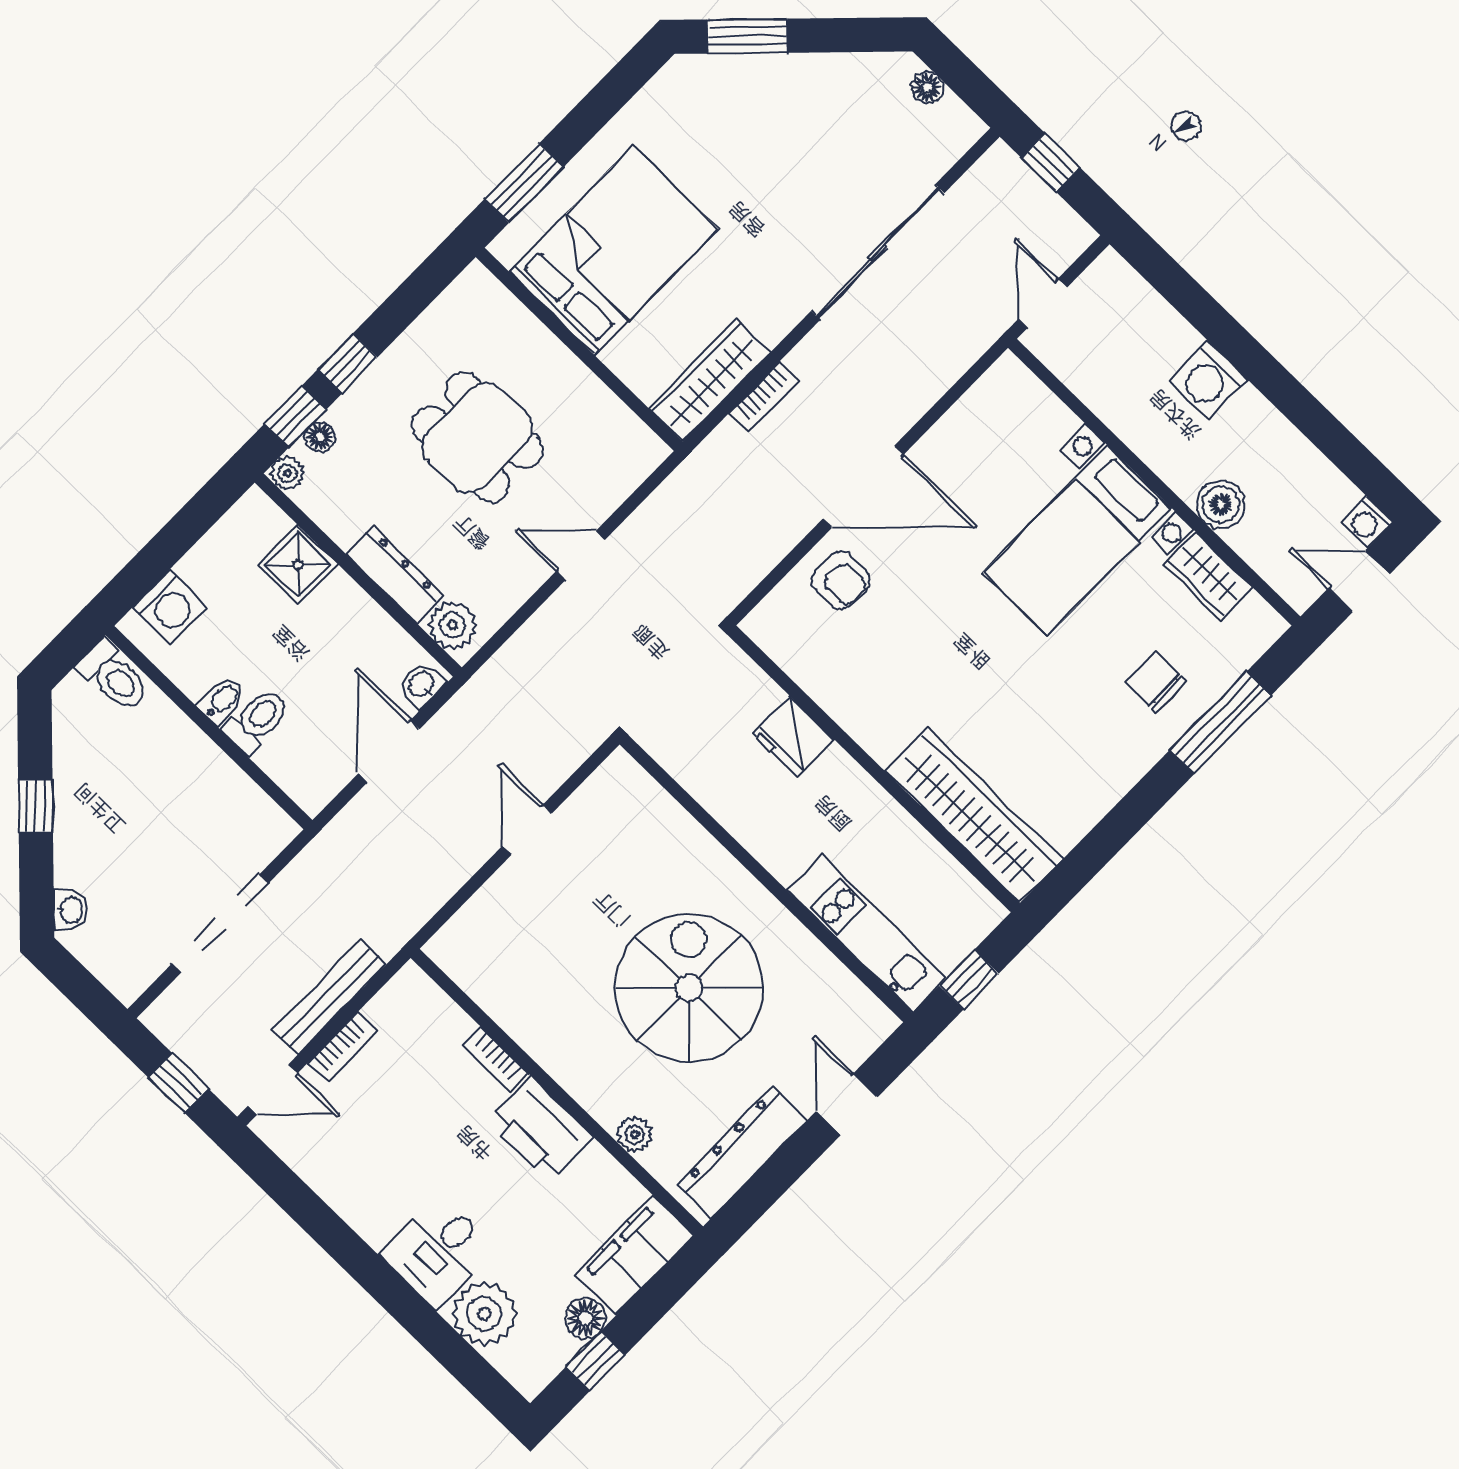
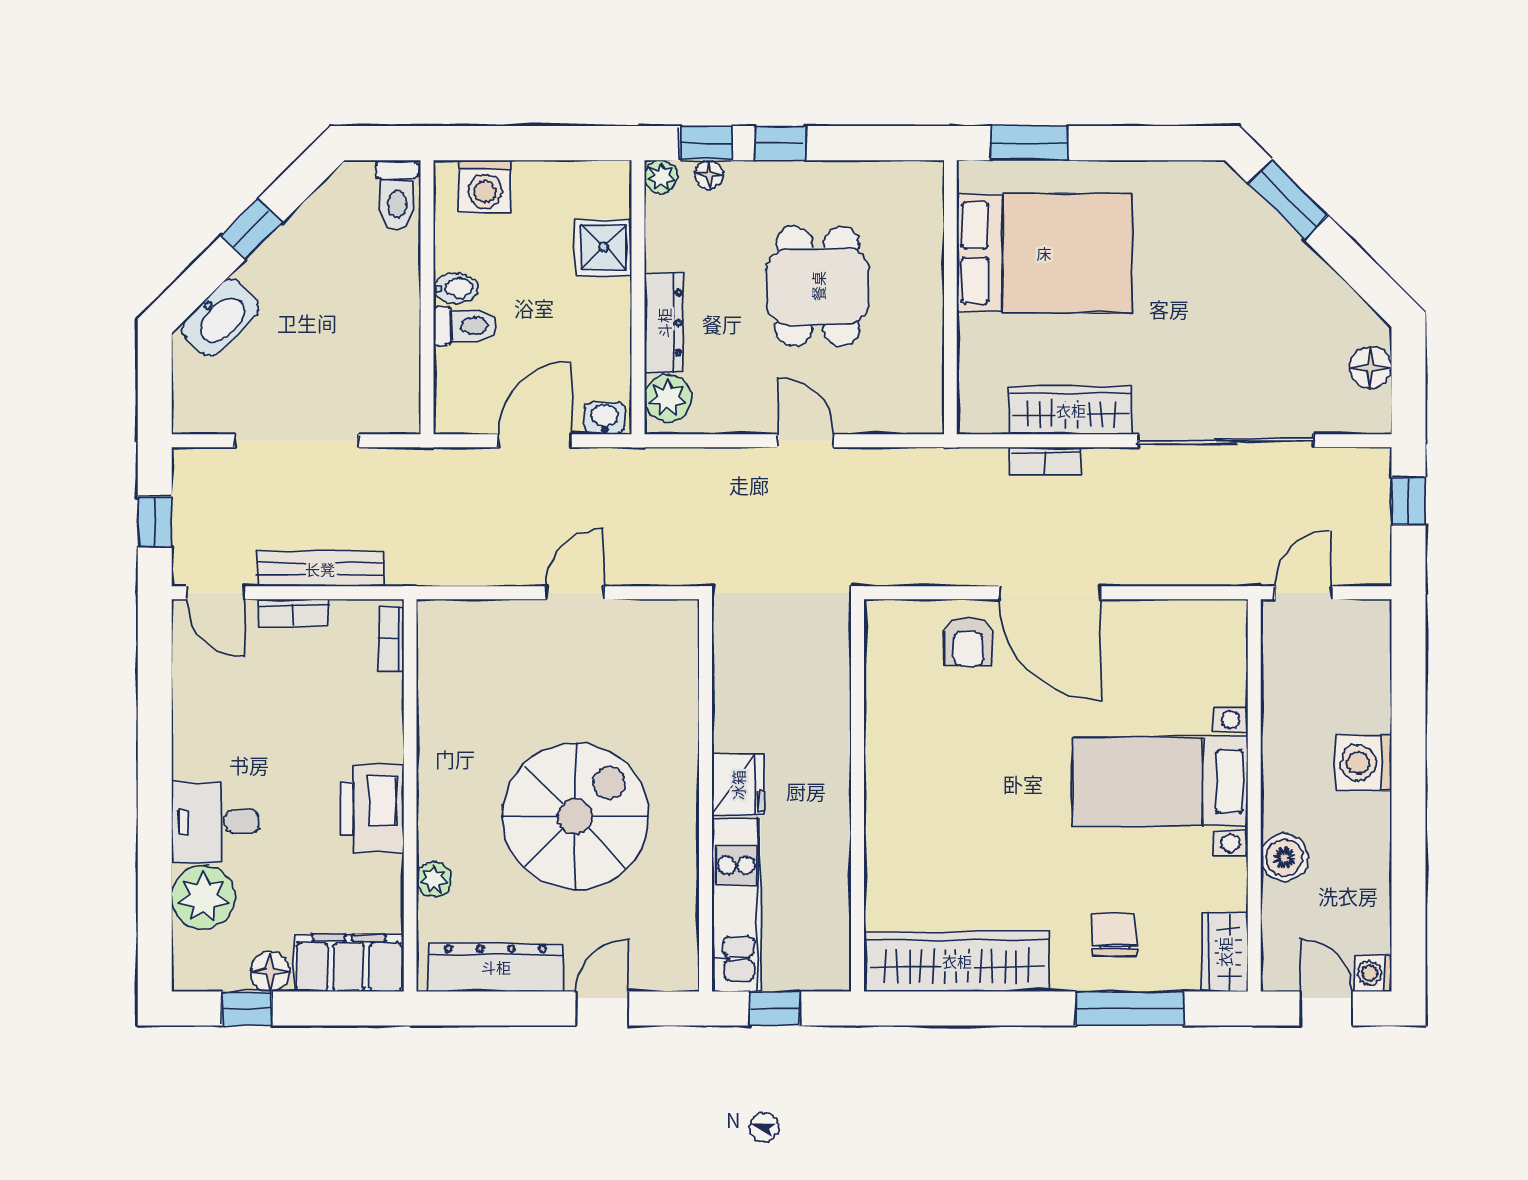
floor lamp: (927, 87) -> (1370, 368), width x1.37, depth x1.37
wardrobe: (709, 380) -> (1071, 410), moved
wardrobe: (1208, 576) -> (1225, 952), moved
fridge: (793, 737) -> (738, 785), moved, turned 180
wardrobe: (974, 816) -> (957, 961), moved, turned -90
washbasin: (70, 910) -> (220, 318), width x1.91, depth x1.45
bookcase: (496, 1059) -> (391, 639), moved

